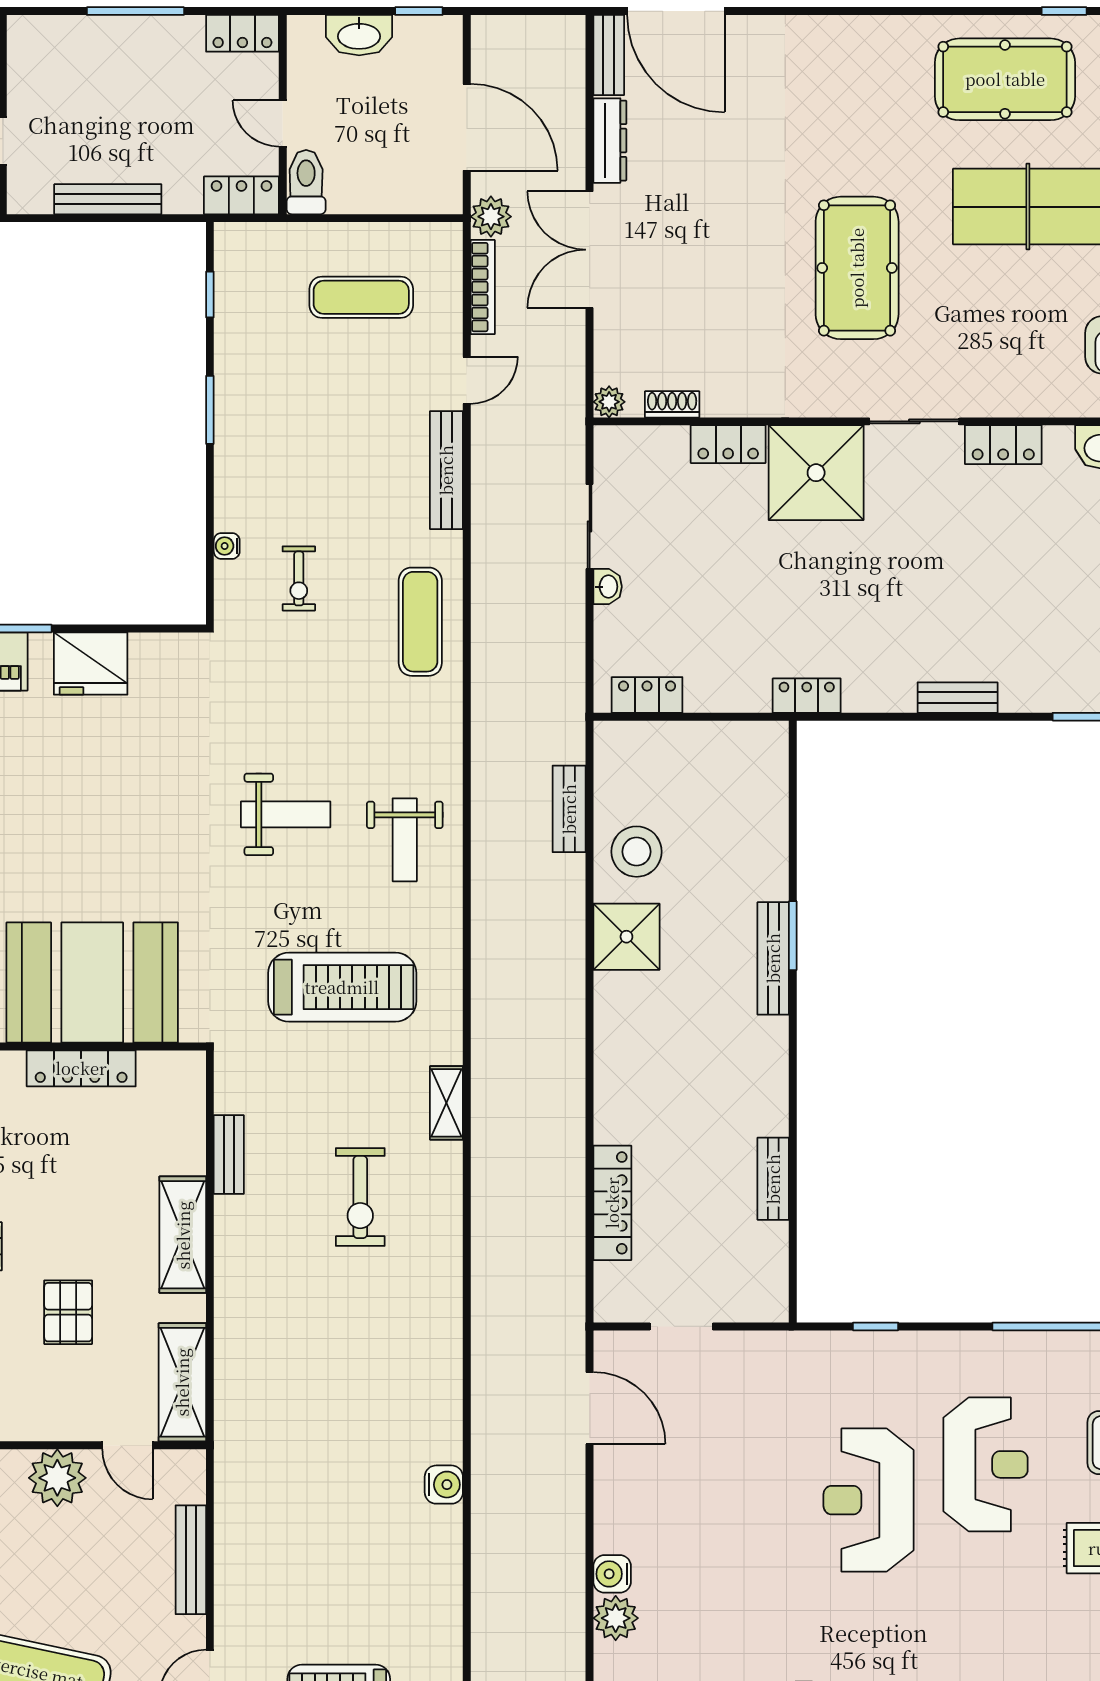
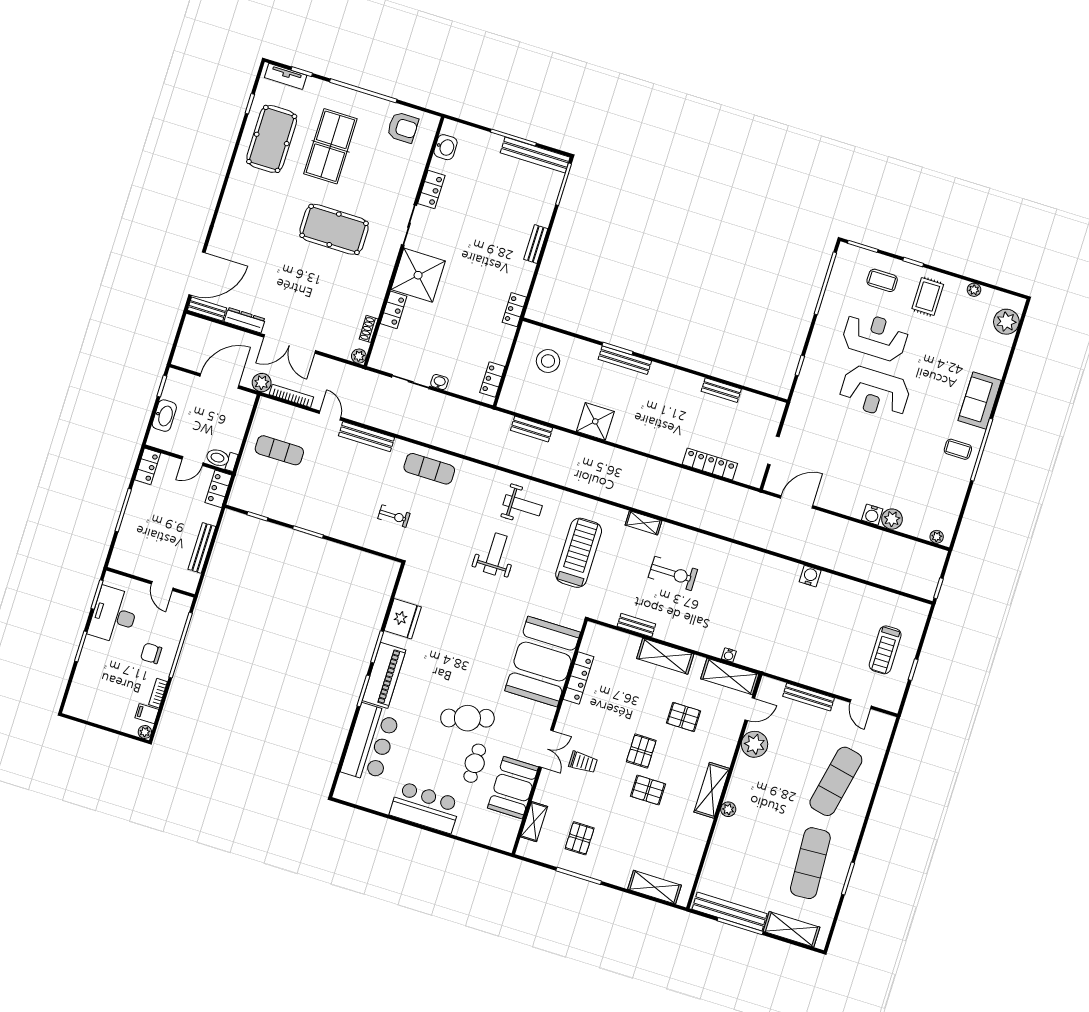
exercise mat: (361, 297) -> (279, 450), turned 90
water cooler: (227, 546) -> (729, 655), moved
stool: (636, 852) -> (548, 361), moved

